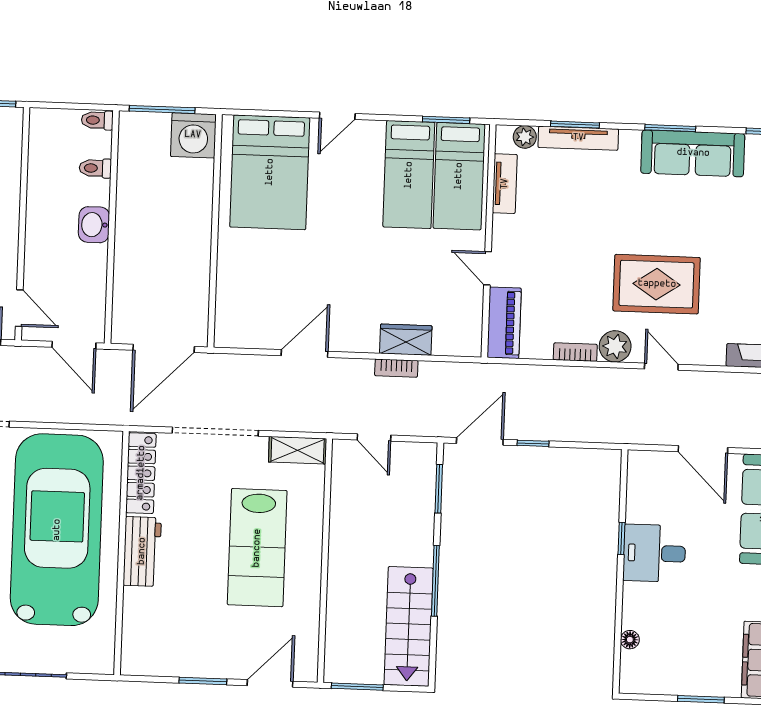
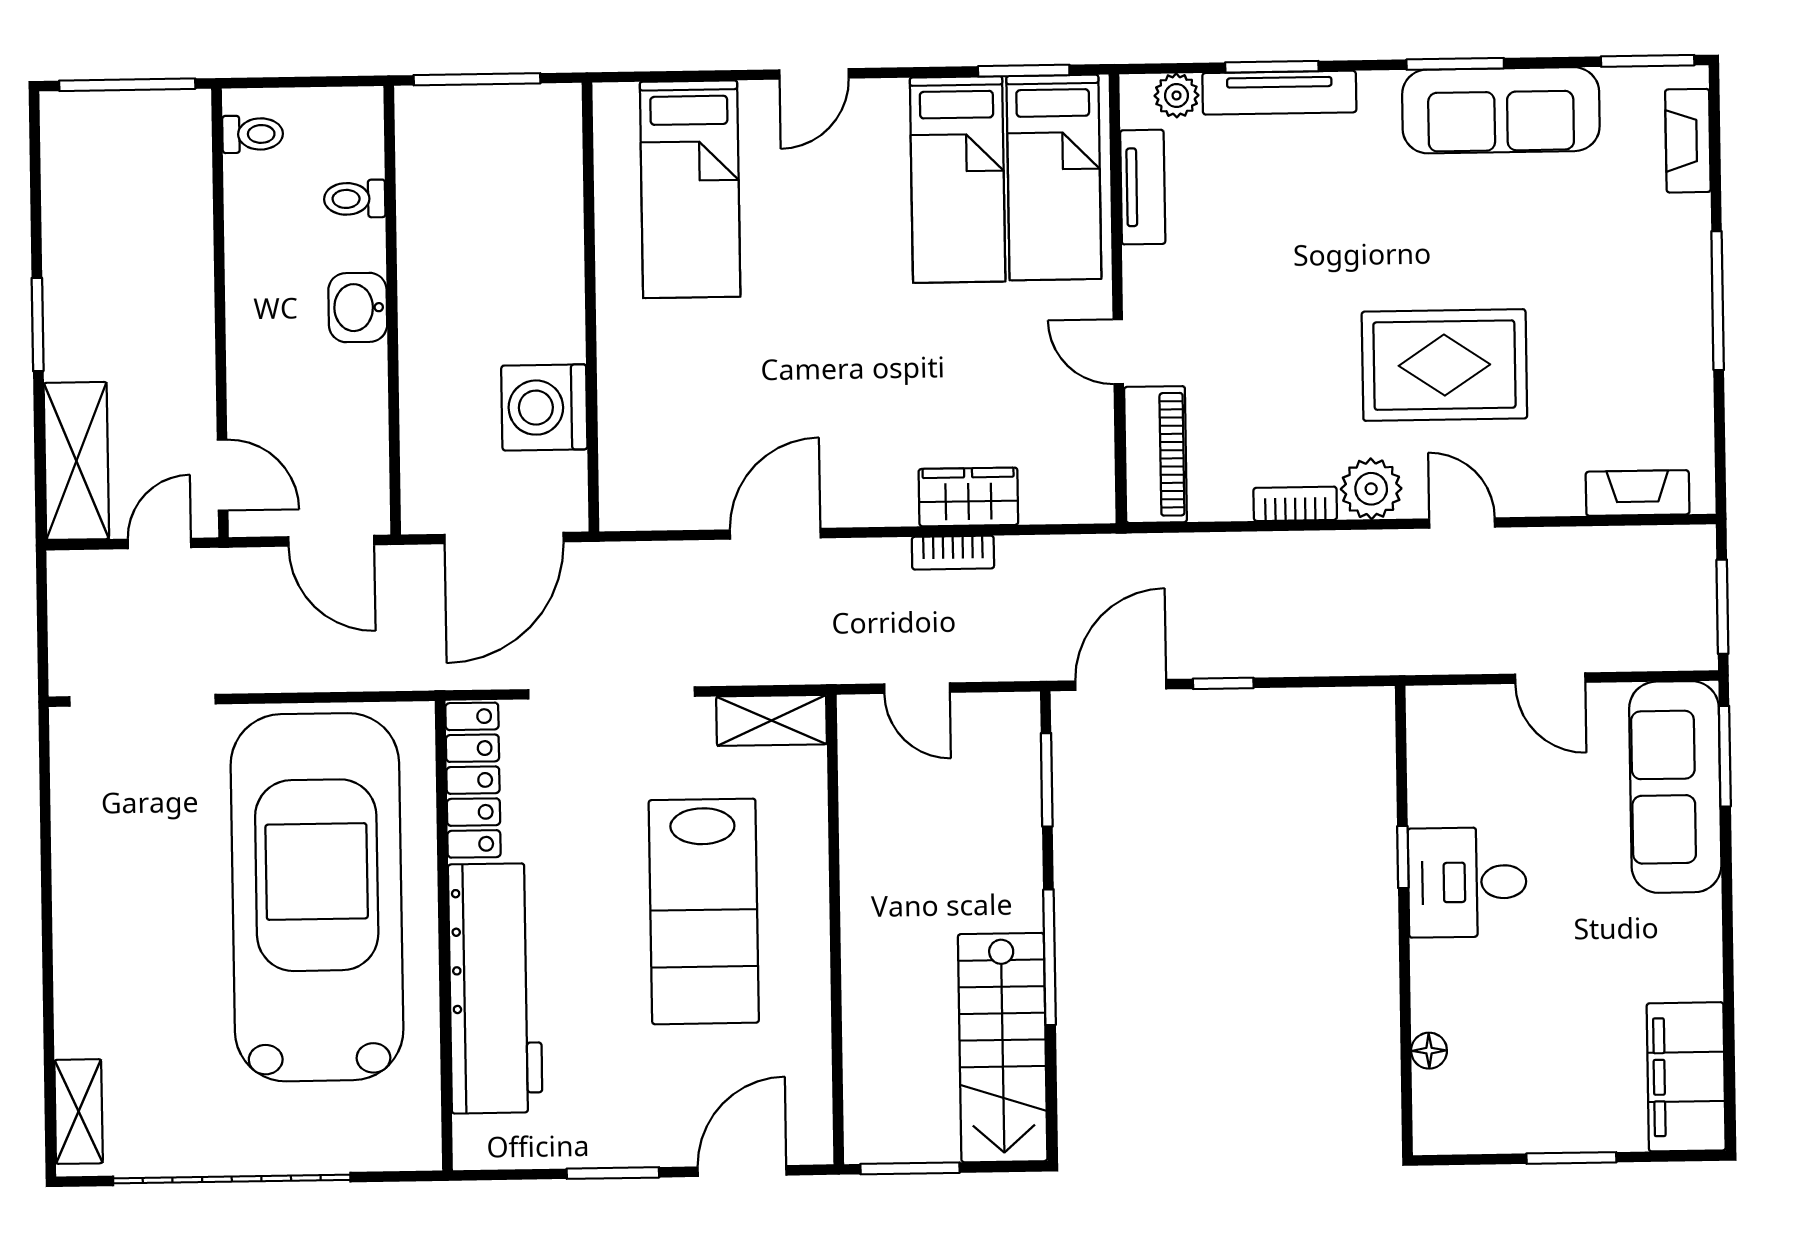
toilet: (97, 120) -> (253, 134), moved, turned 180
washing machine: (193, 135) -> (544, 407), moved, turned 90
bed: (270, 172) -> (690, 189), width x0.67
door: (703, 450) -> (1550, 678), width x0.73
workbench: (142, 551) -> (495, 988), width x1.88, depth x1.32

